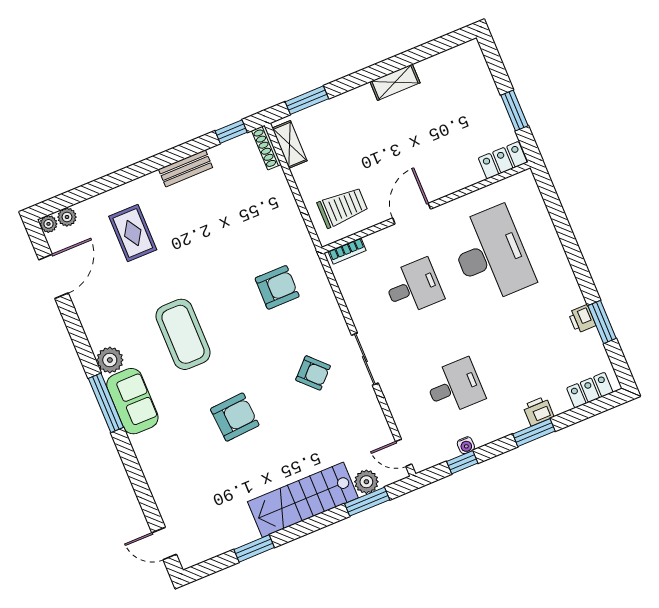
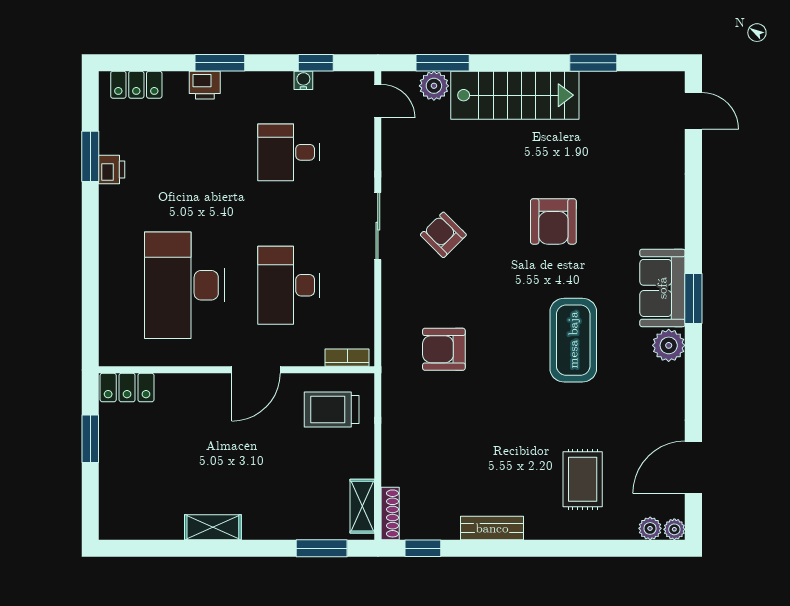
desk: (413, 287) -> (289, 285), width x1.37
window: (106, 403) -> (693, 299), width x0.69
armchair: (235, 417) -> (553, 221), turned -86

